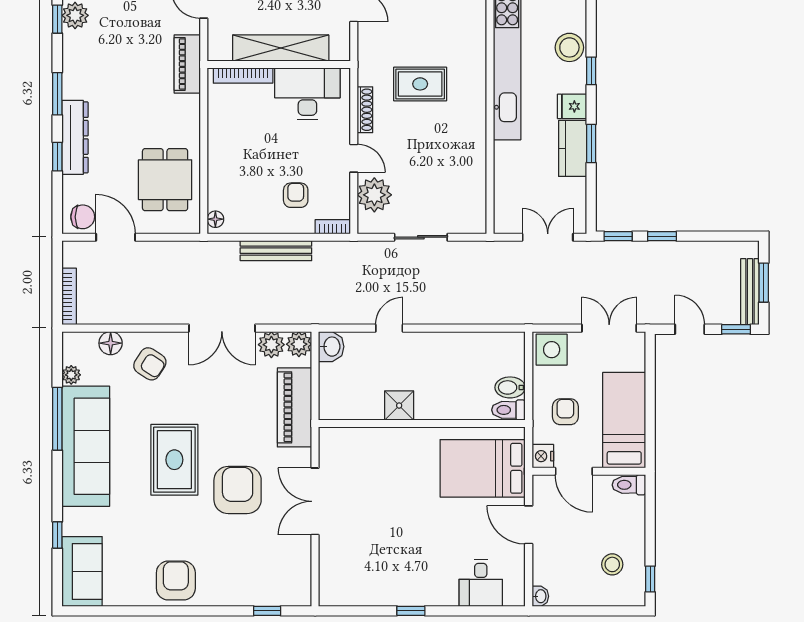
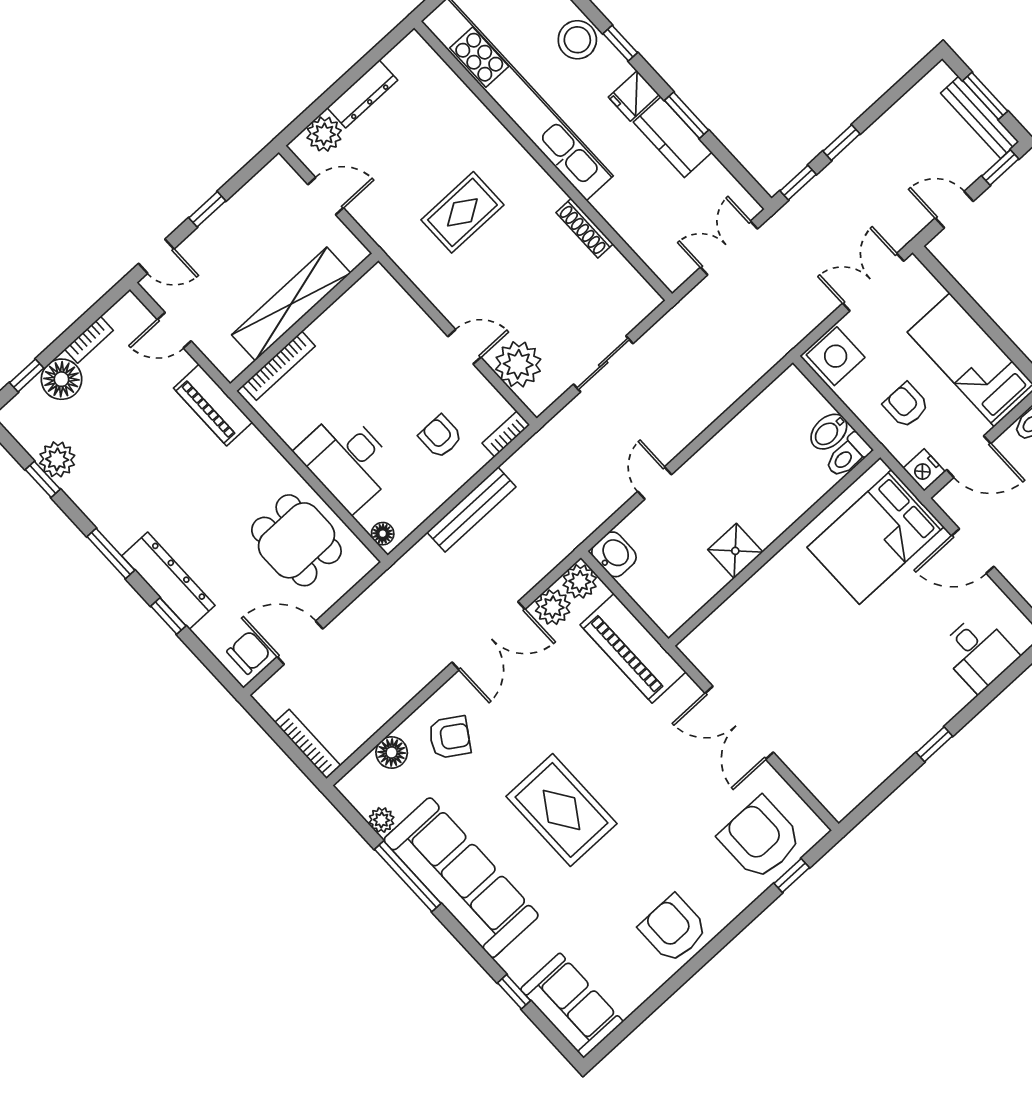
desk: (307, 94) -> (347, 460), moved, turned -90
shoe rack: (365, 110) -> (585, 228), moved, turned 180
armchair: (238, 490) -> (760, 838), moved

